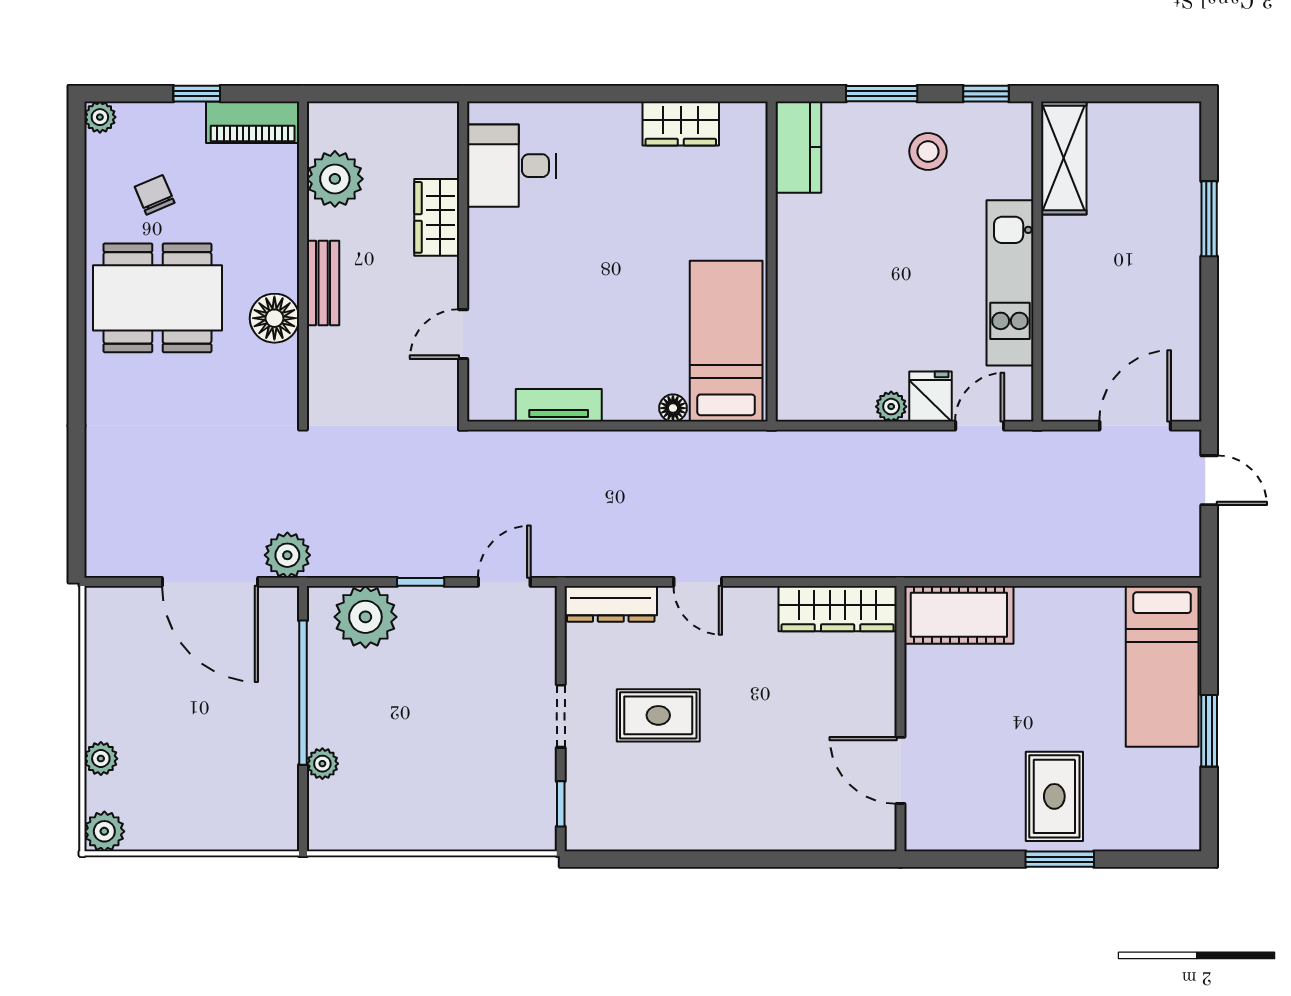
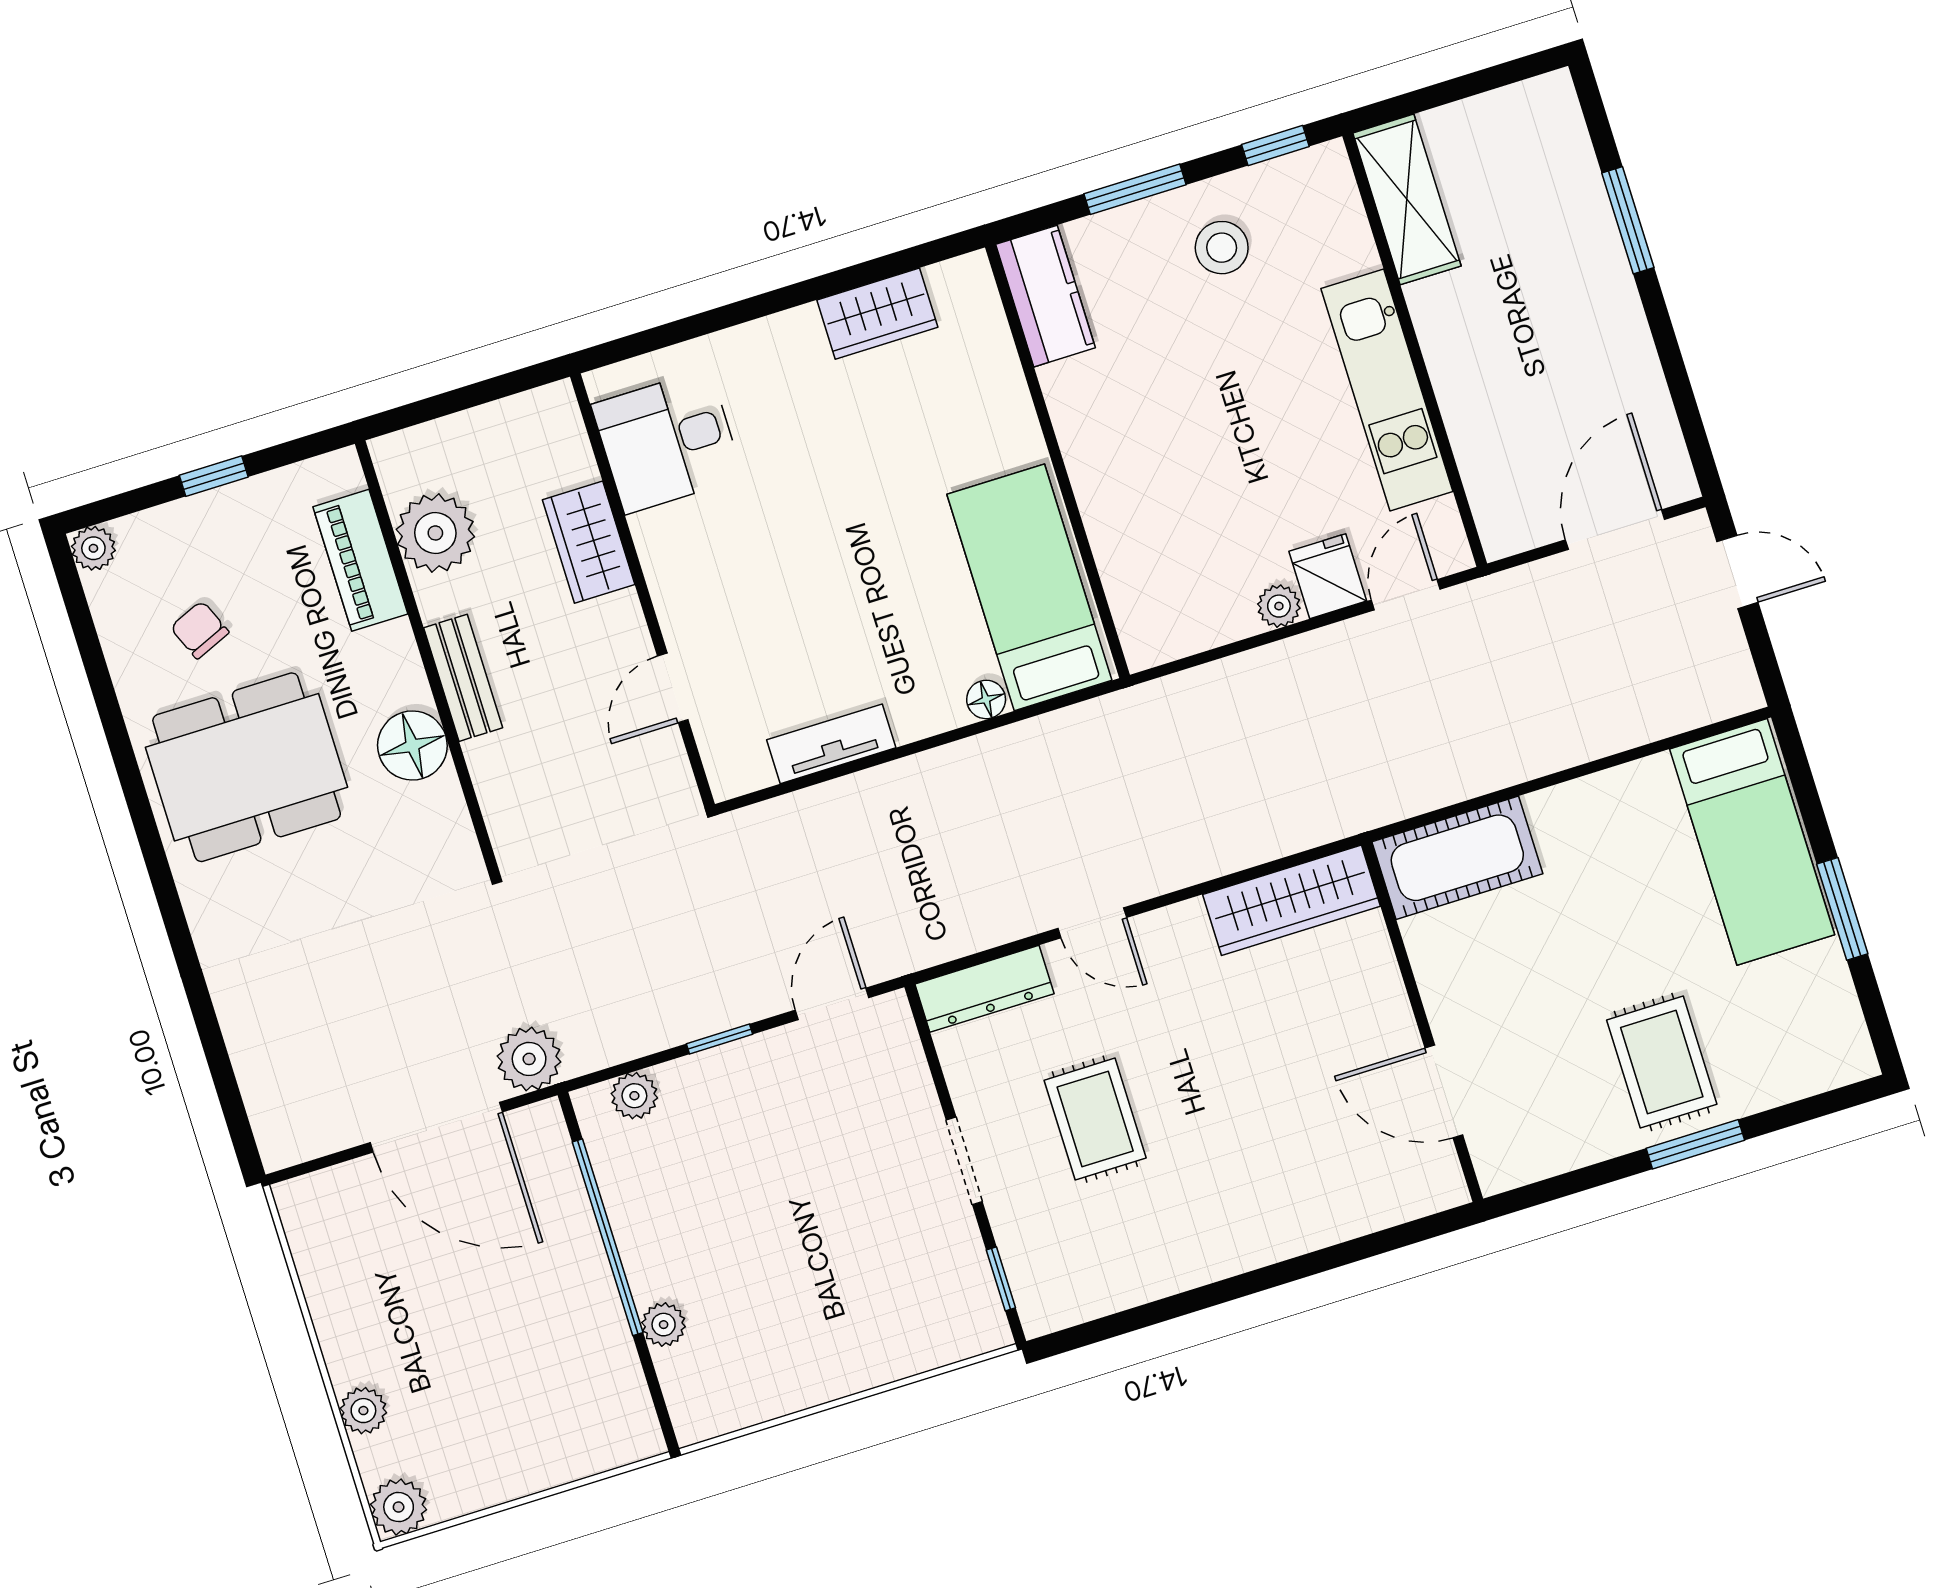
piano: (253, 122) -> (360, 560), moved, turned 90
plant: (365, 617) -> (634, 1096), width x0.53, depth x0.53
rug: (658, 715) -> (1095, 1119), turned 90

